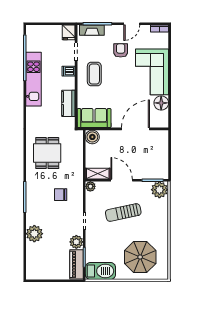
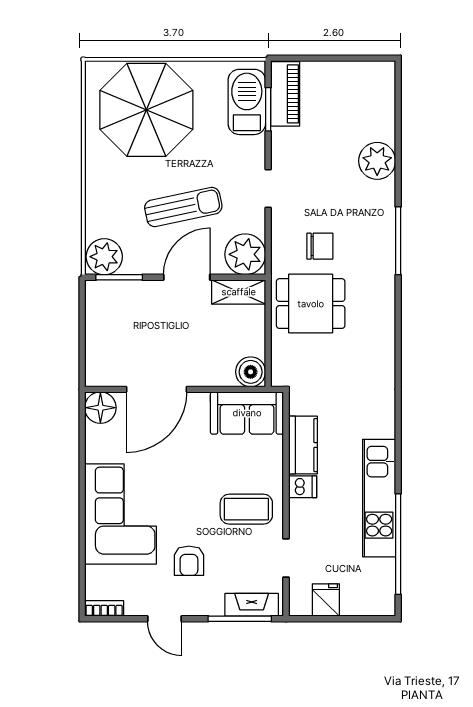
door: (132, 24) -> (165, 619), swing flipped
fridge: (69, 32) -> (326, 600), moved
dishwasher: (69, 71) -> (303, 487), moved
coffee table: (94, 74) -> (246, 509), turned 90
floor lamp: (161, 103) -> (100, 408), moved
dining table: (47, 153) -> (311, 304), moved, turned 90
door: (122, 180) -> (187, 277), swing flipped
plant: (90, 186) -> (245, 254), width x1.88, depth x1.88
plant: (76, 242) -> (285, 143), removed
parasol: (140, 257) -> (146, 110), width x1.36, depth x1.36
barbecue: (100, 271) -> (247, 102), moved, turned 90

